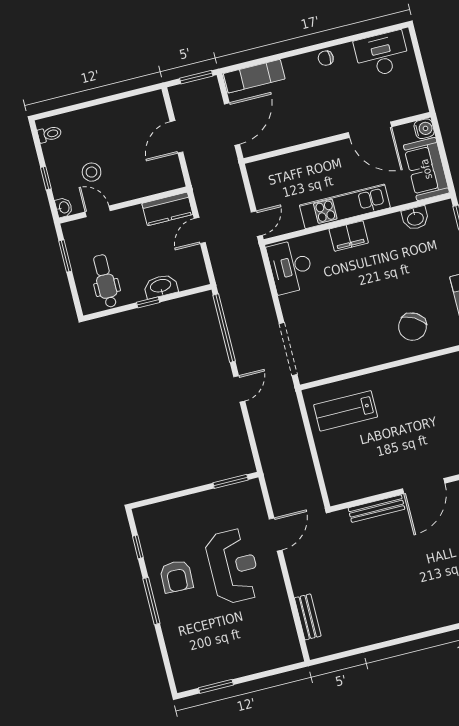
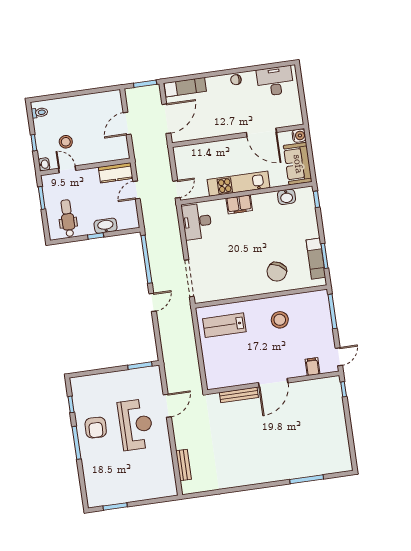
stool: (424, 395) -> (280, 320), added

